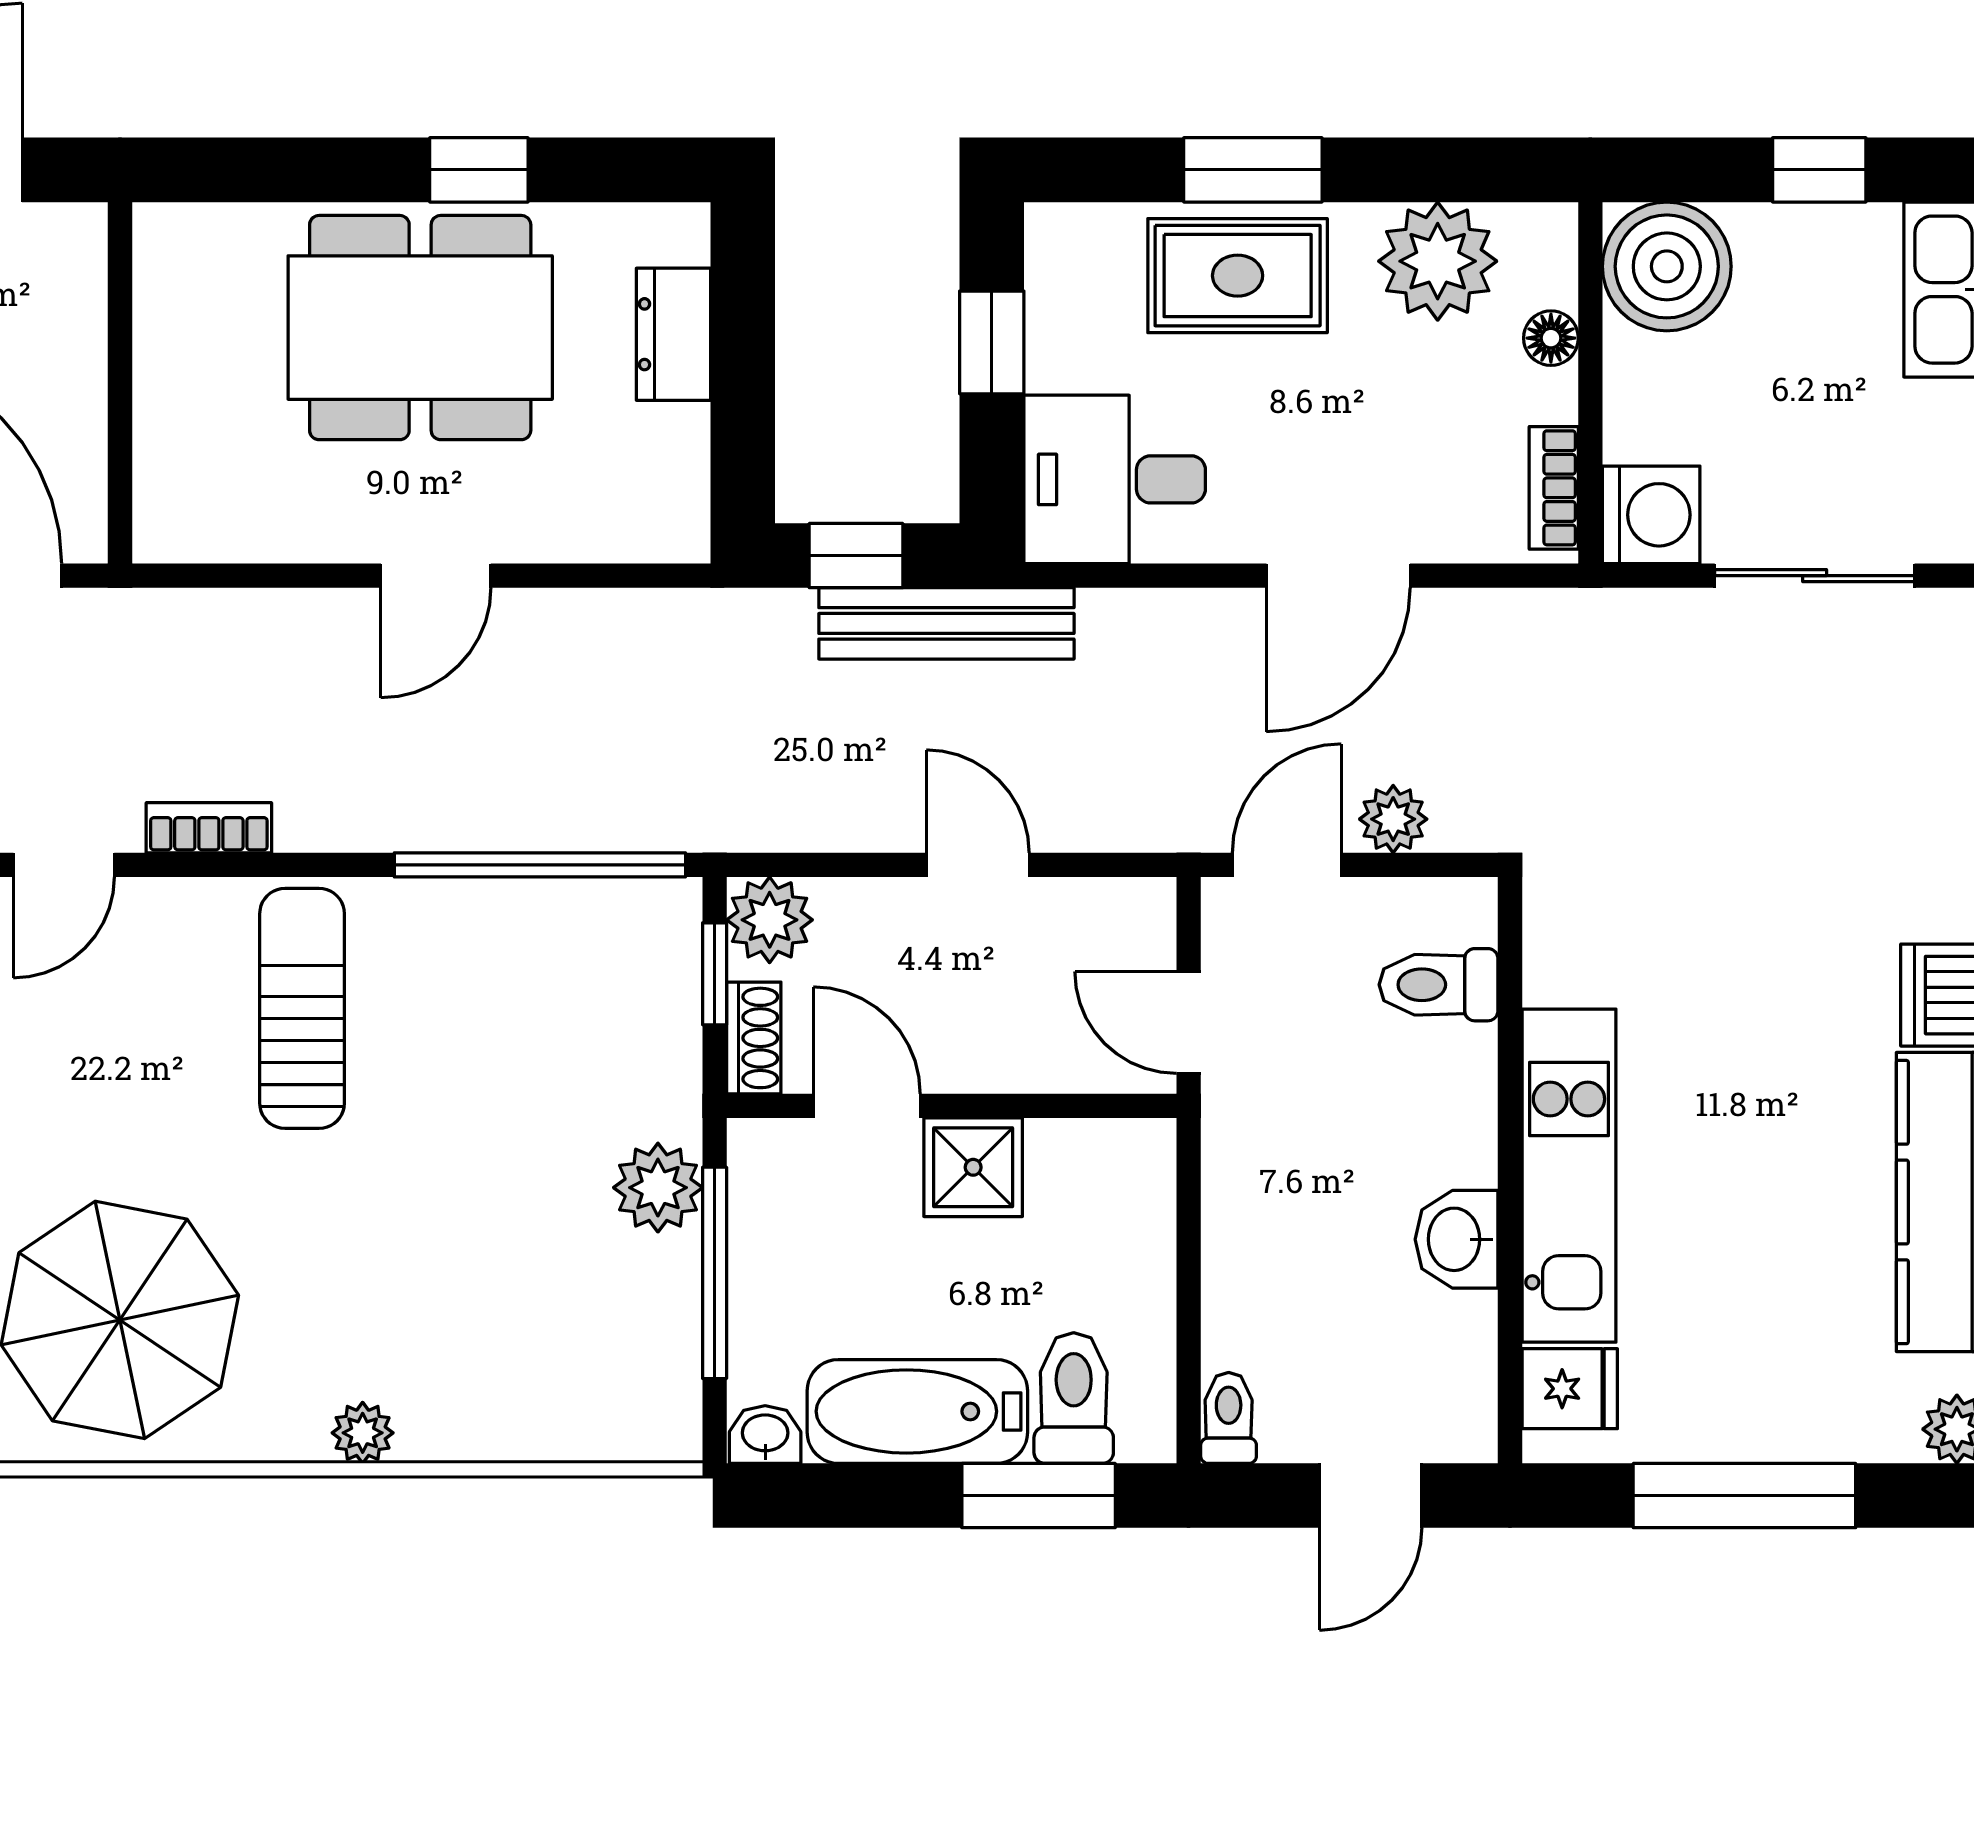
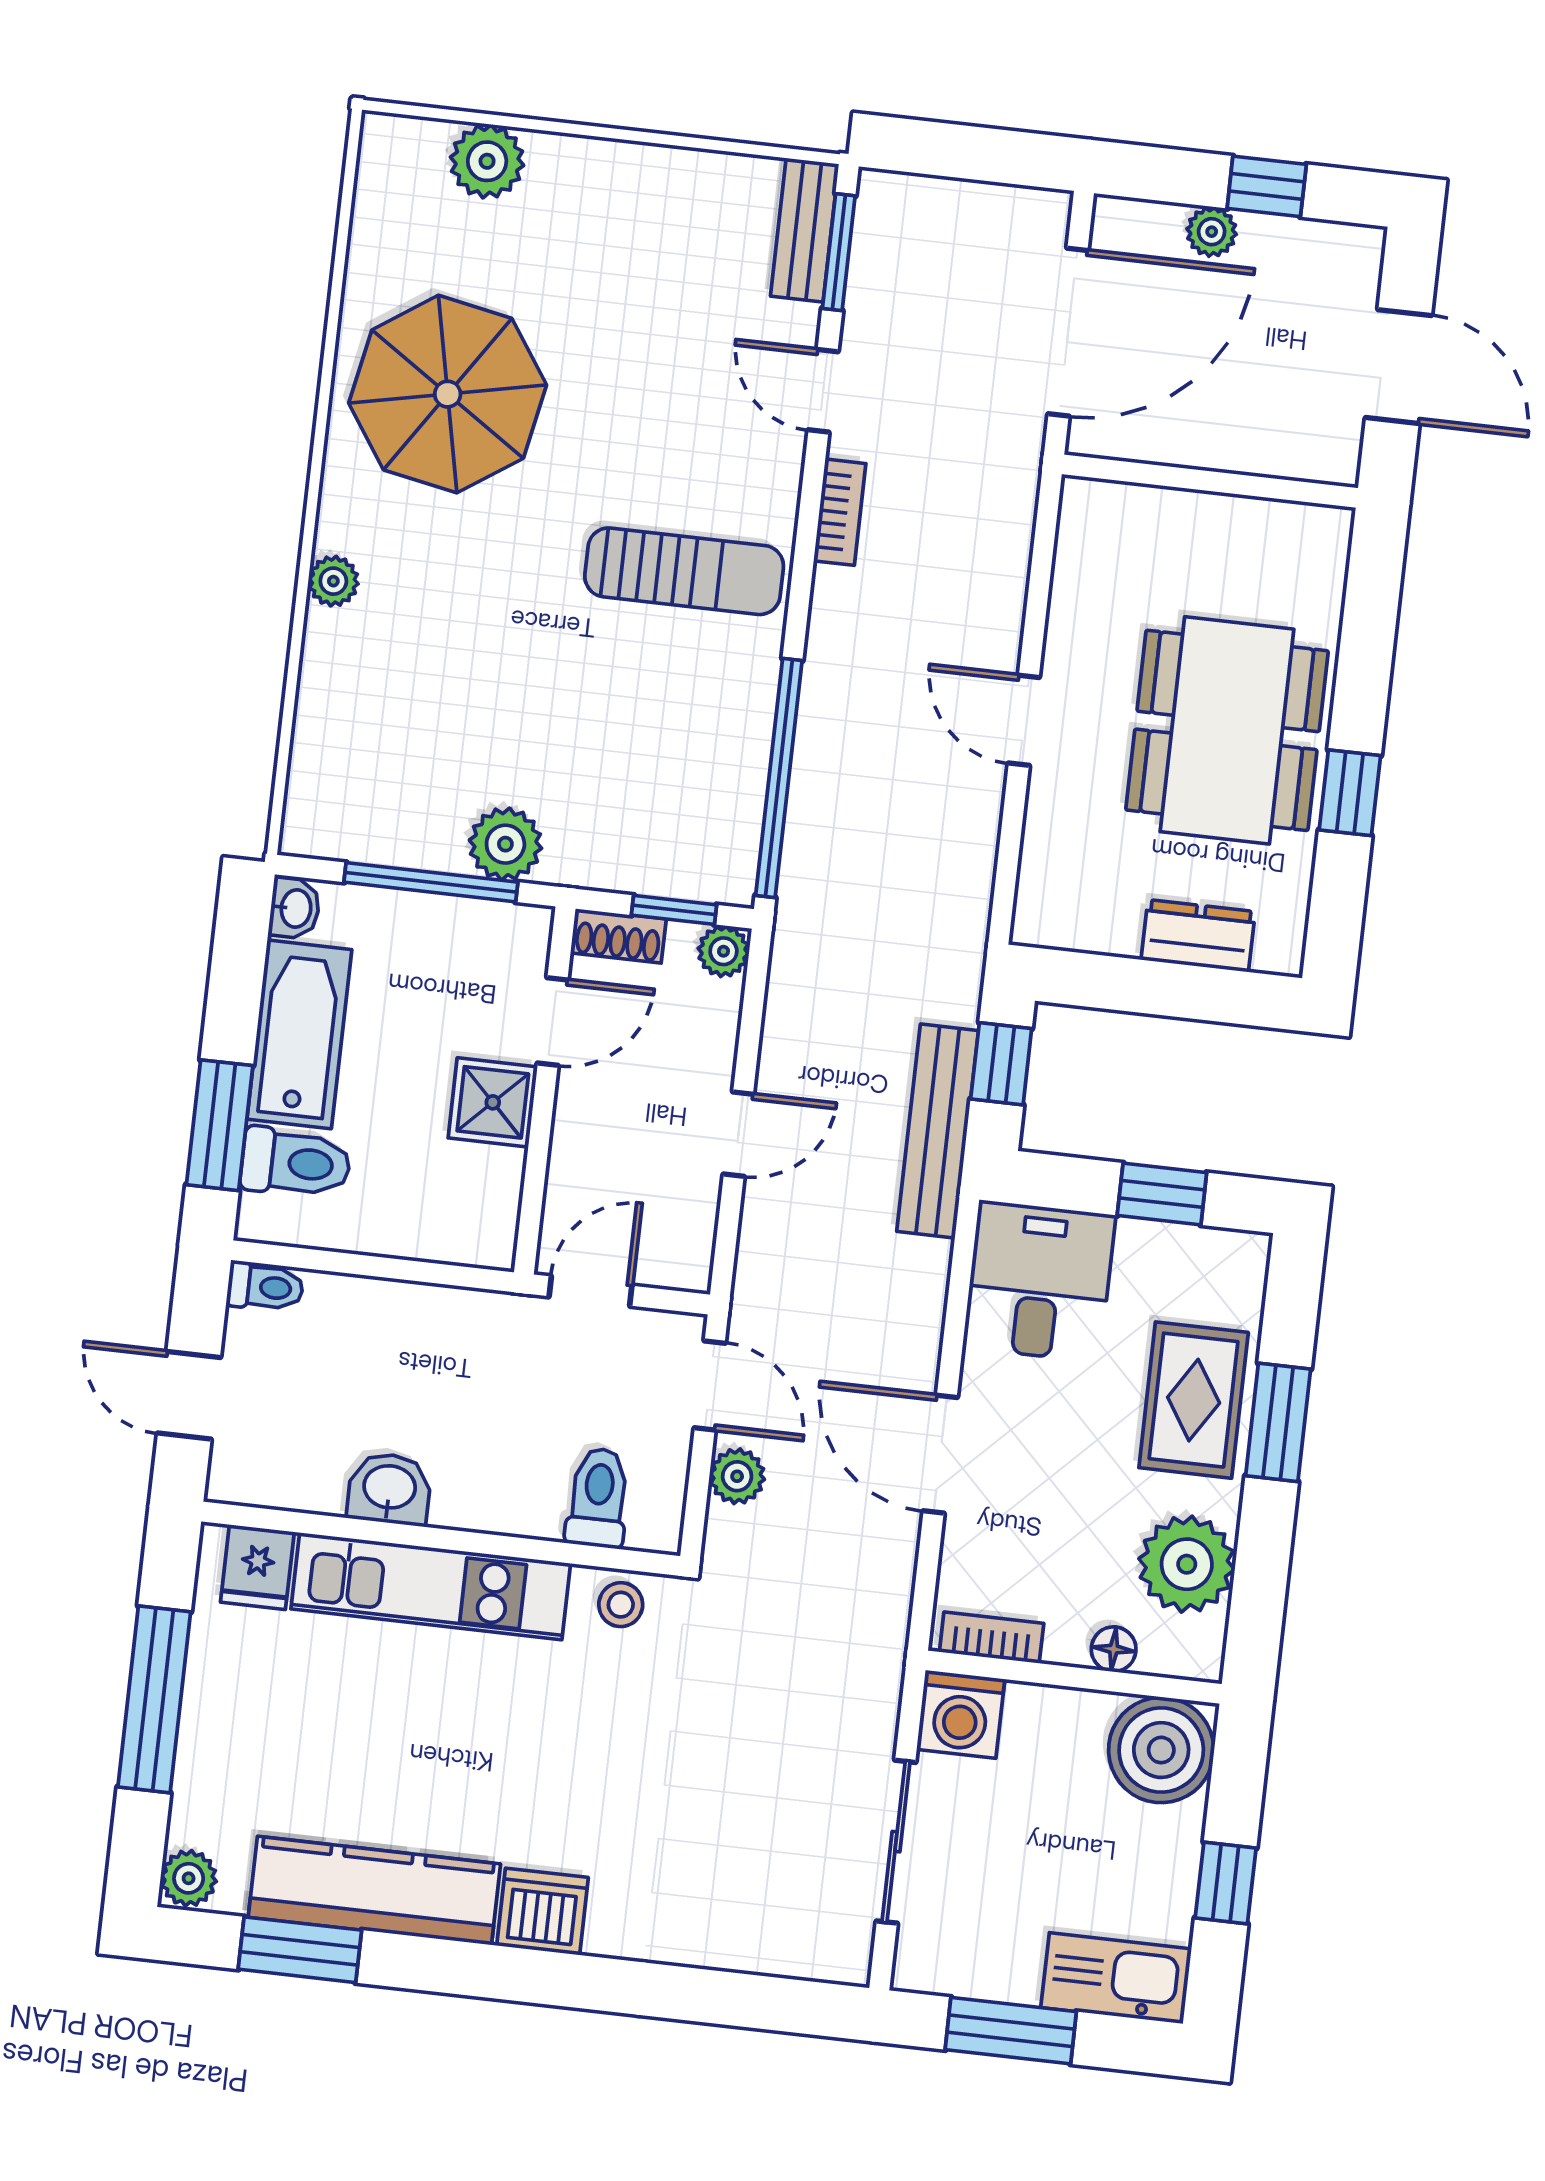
plant: (770, 920) -> (723, 951), width x0.73, depth x0.73
stool: (1565, 942) -> (621, 1605), added

